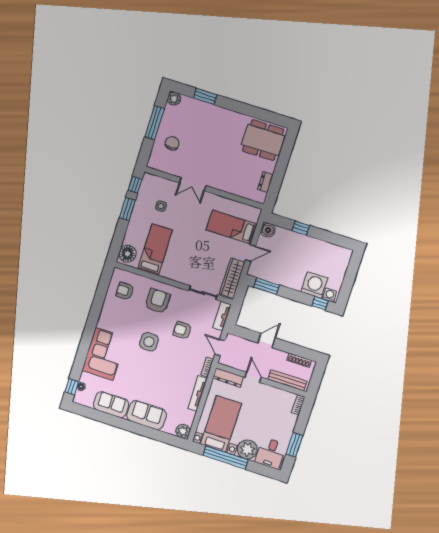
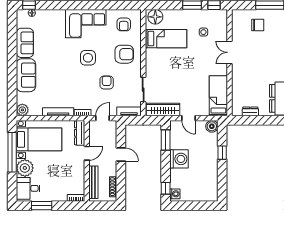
bed: (232, 227) -> (218, 96), moved
washing machine: (314, 285) -> (179, 159), moved
armchair: (125, 291) -> (124, 24), turned 180
corner sofa: (104, 354) -> (86, 24), moved

